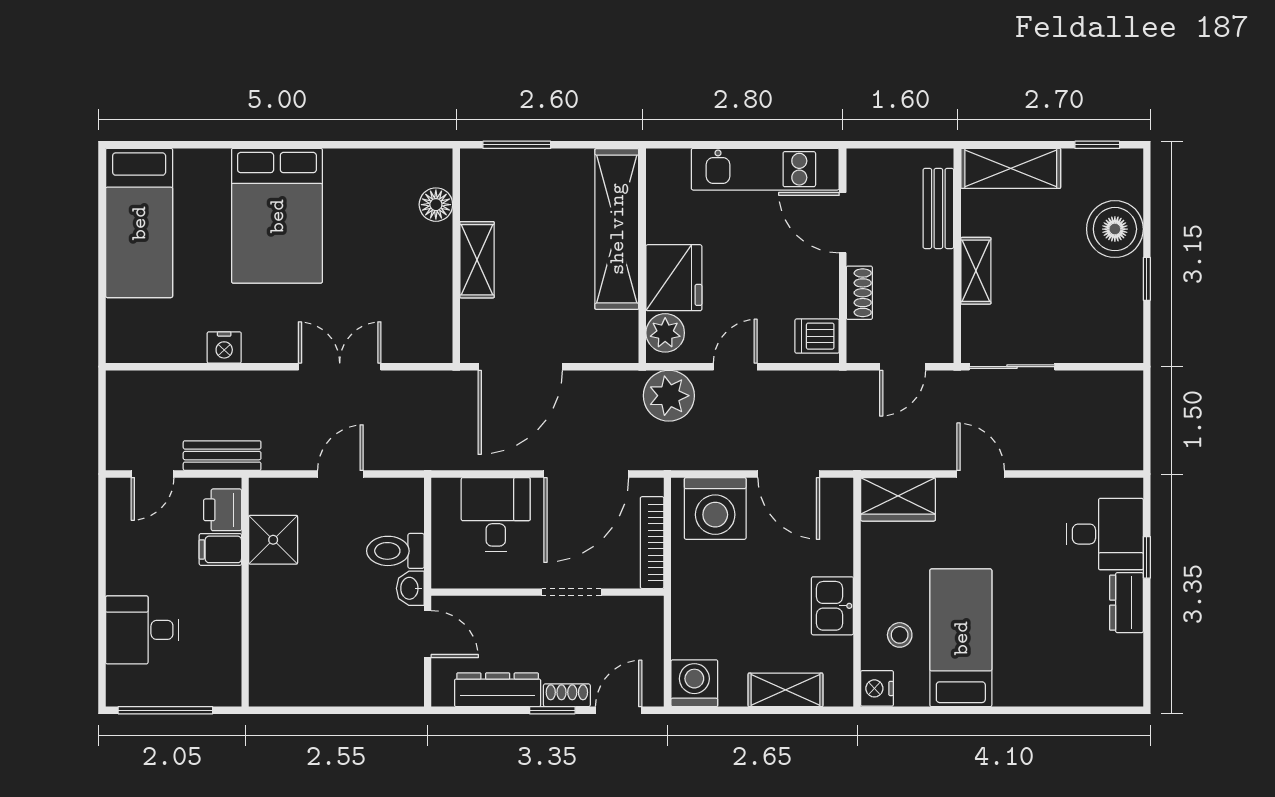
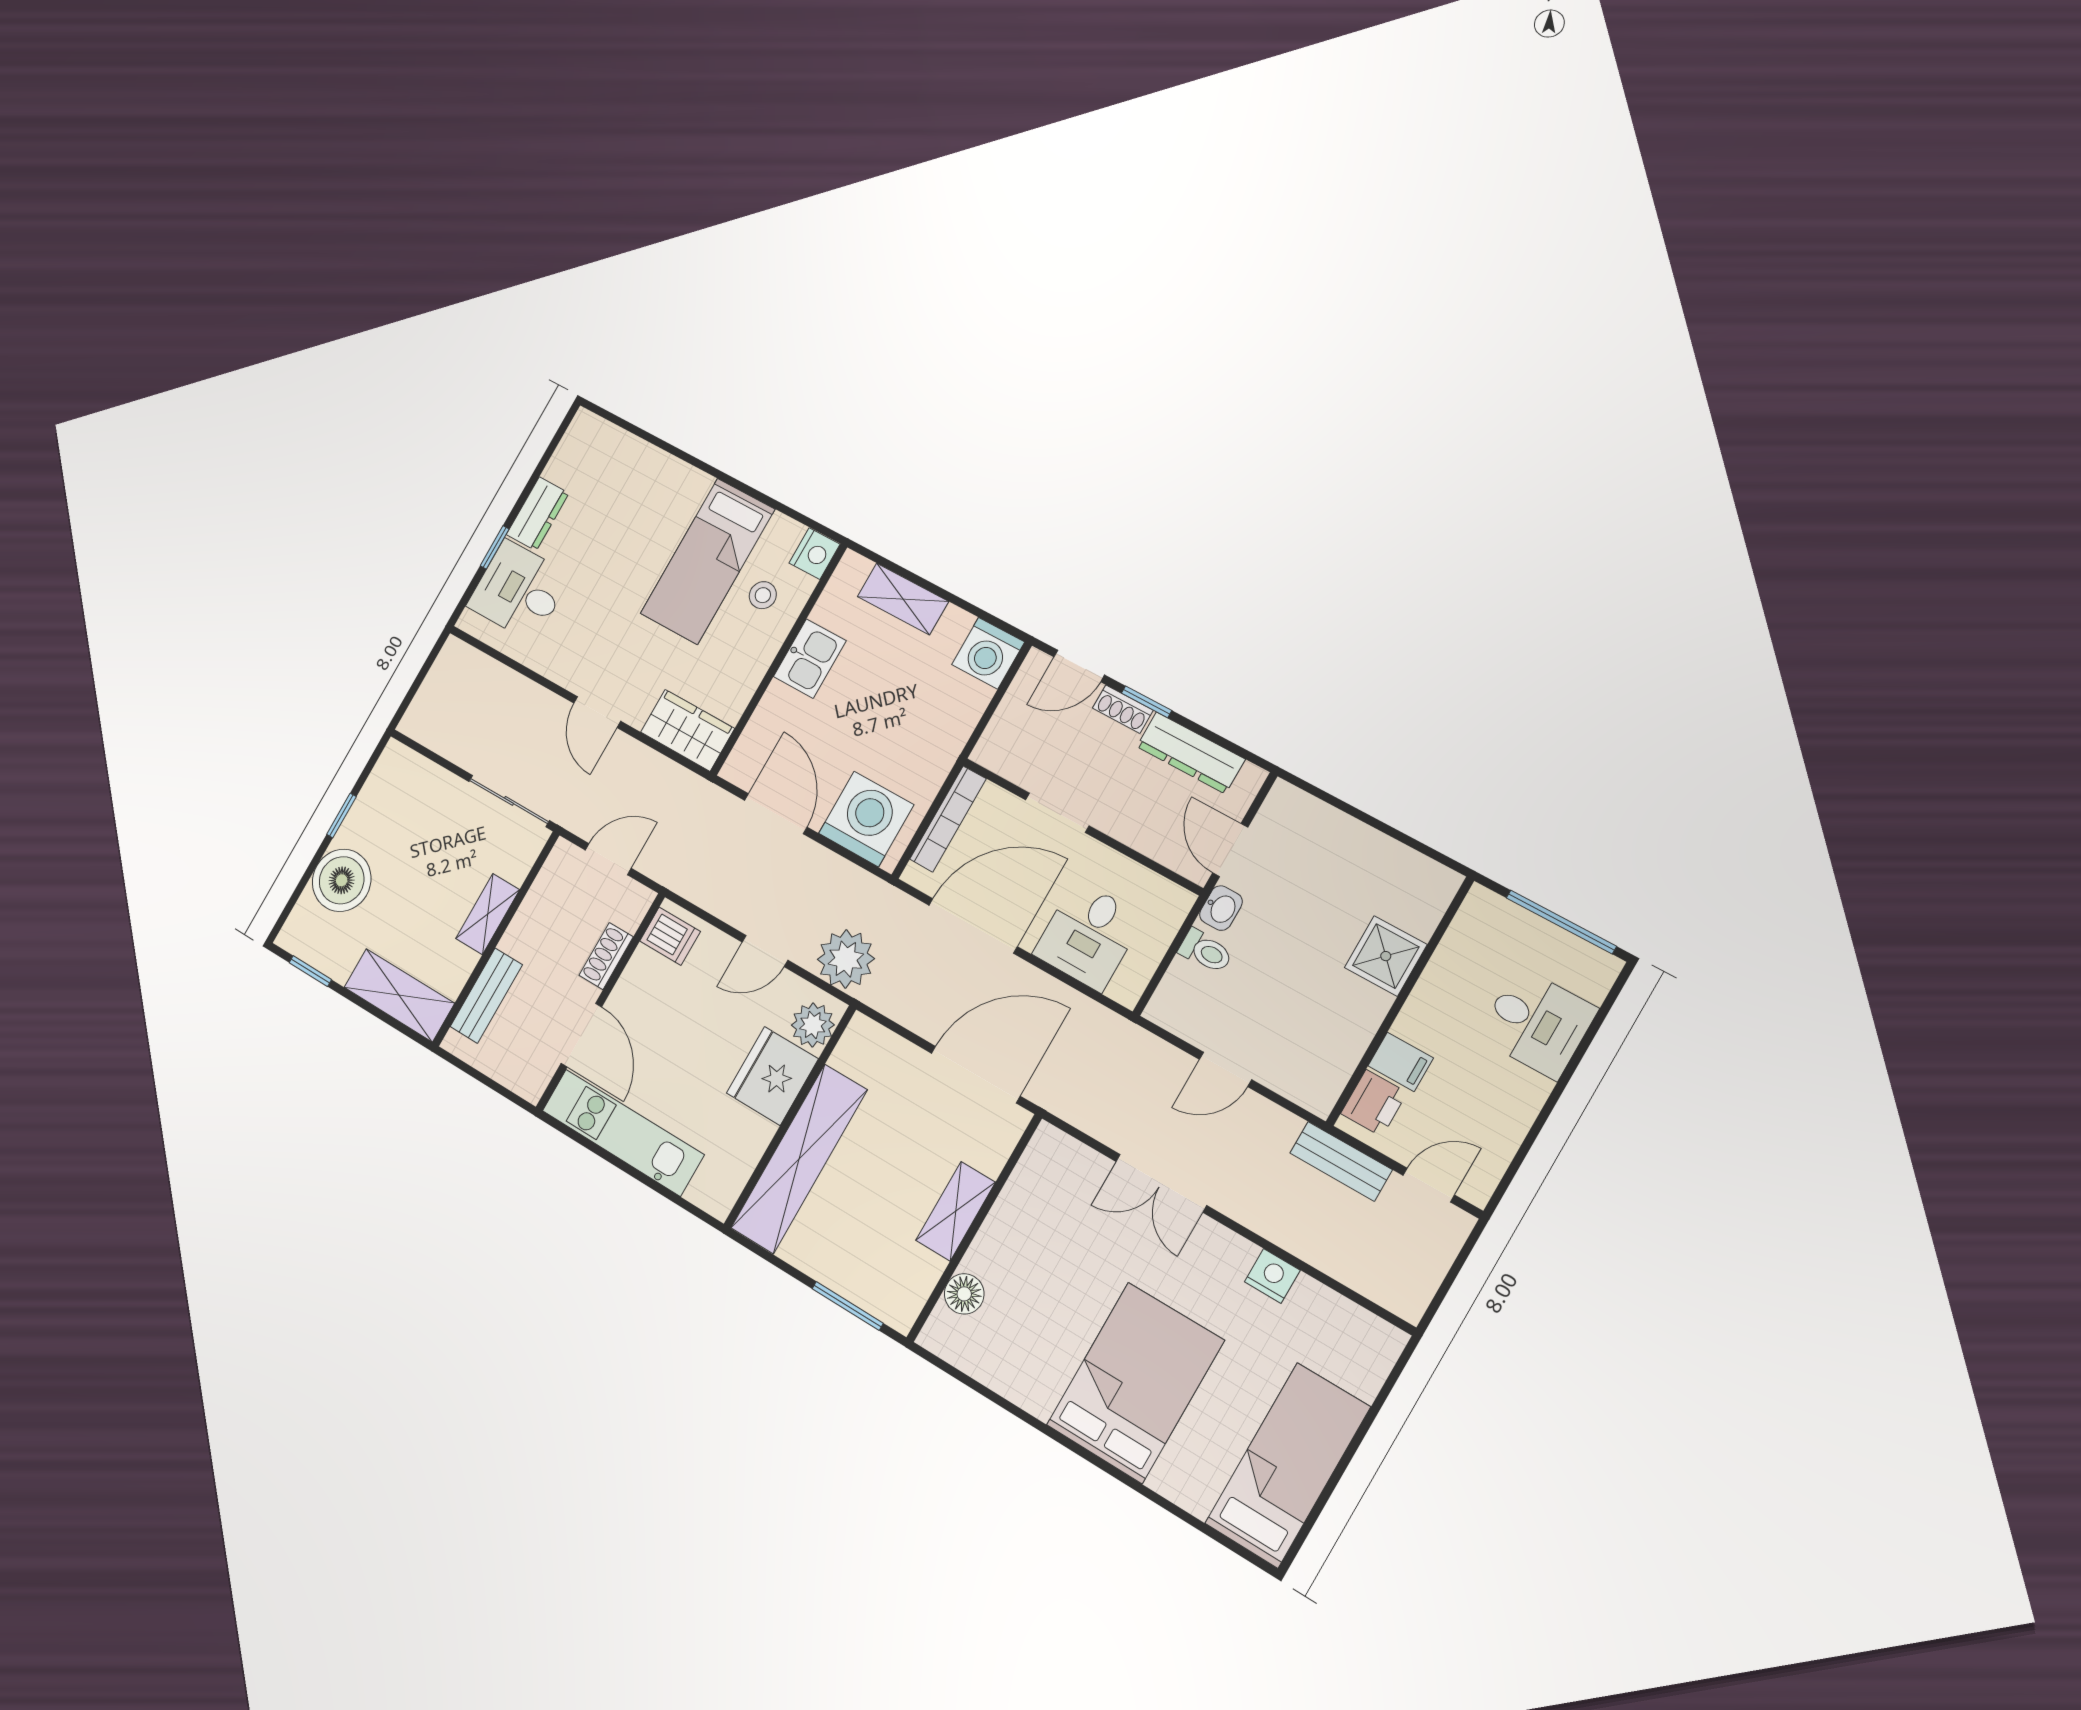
shower: (273, 540) -> (1386, 956), moved
toilet: (395, 551) -> (1206, 951), width x0.73, depth x0.72

